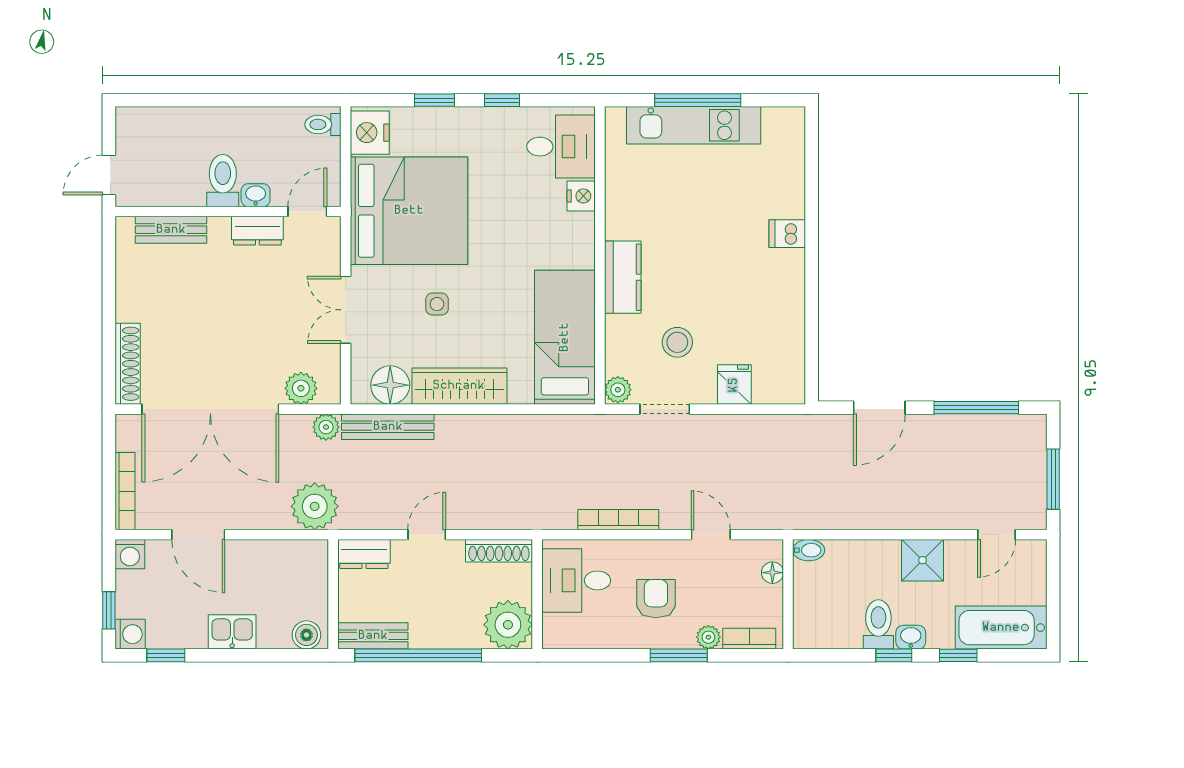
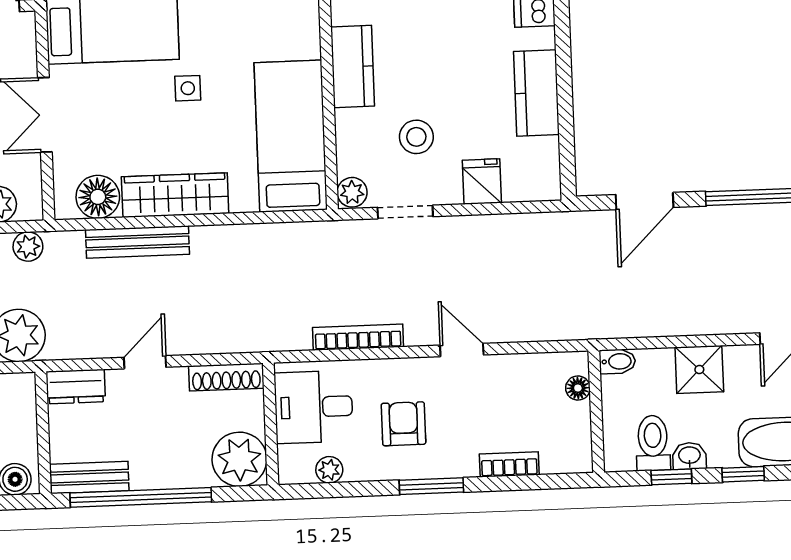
side table: (437, 304) -> (188, 88), moved
kitchen counter: (786, 307) -> (536, 93), added
bench: (388, 427) -> (137, 242), moved
bidet: (809, 550) -> (617, 361), moved
floor lamp: (772, 573) -> (578, 388), moved
wall: (788, 594) -> (596, 411), moved
plant: (708, 637) -> (329, 470), moved

